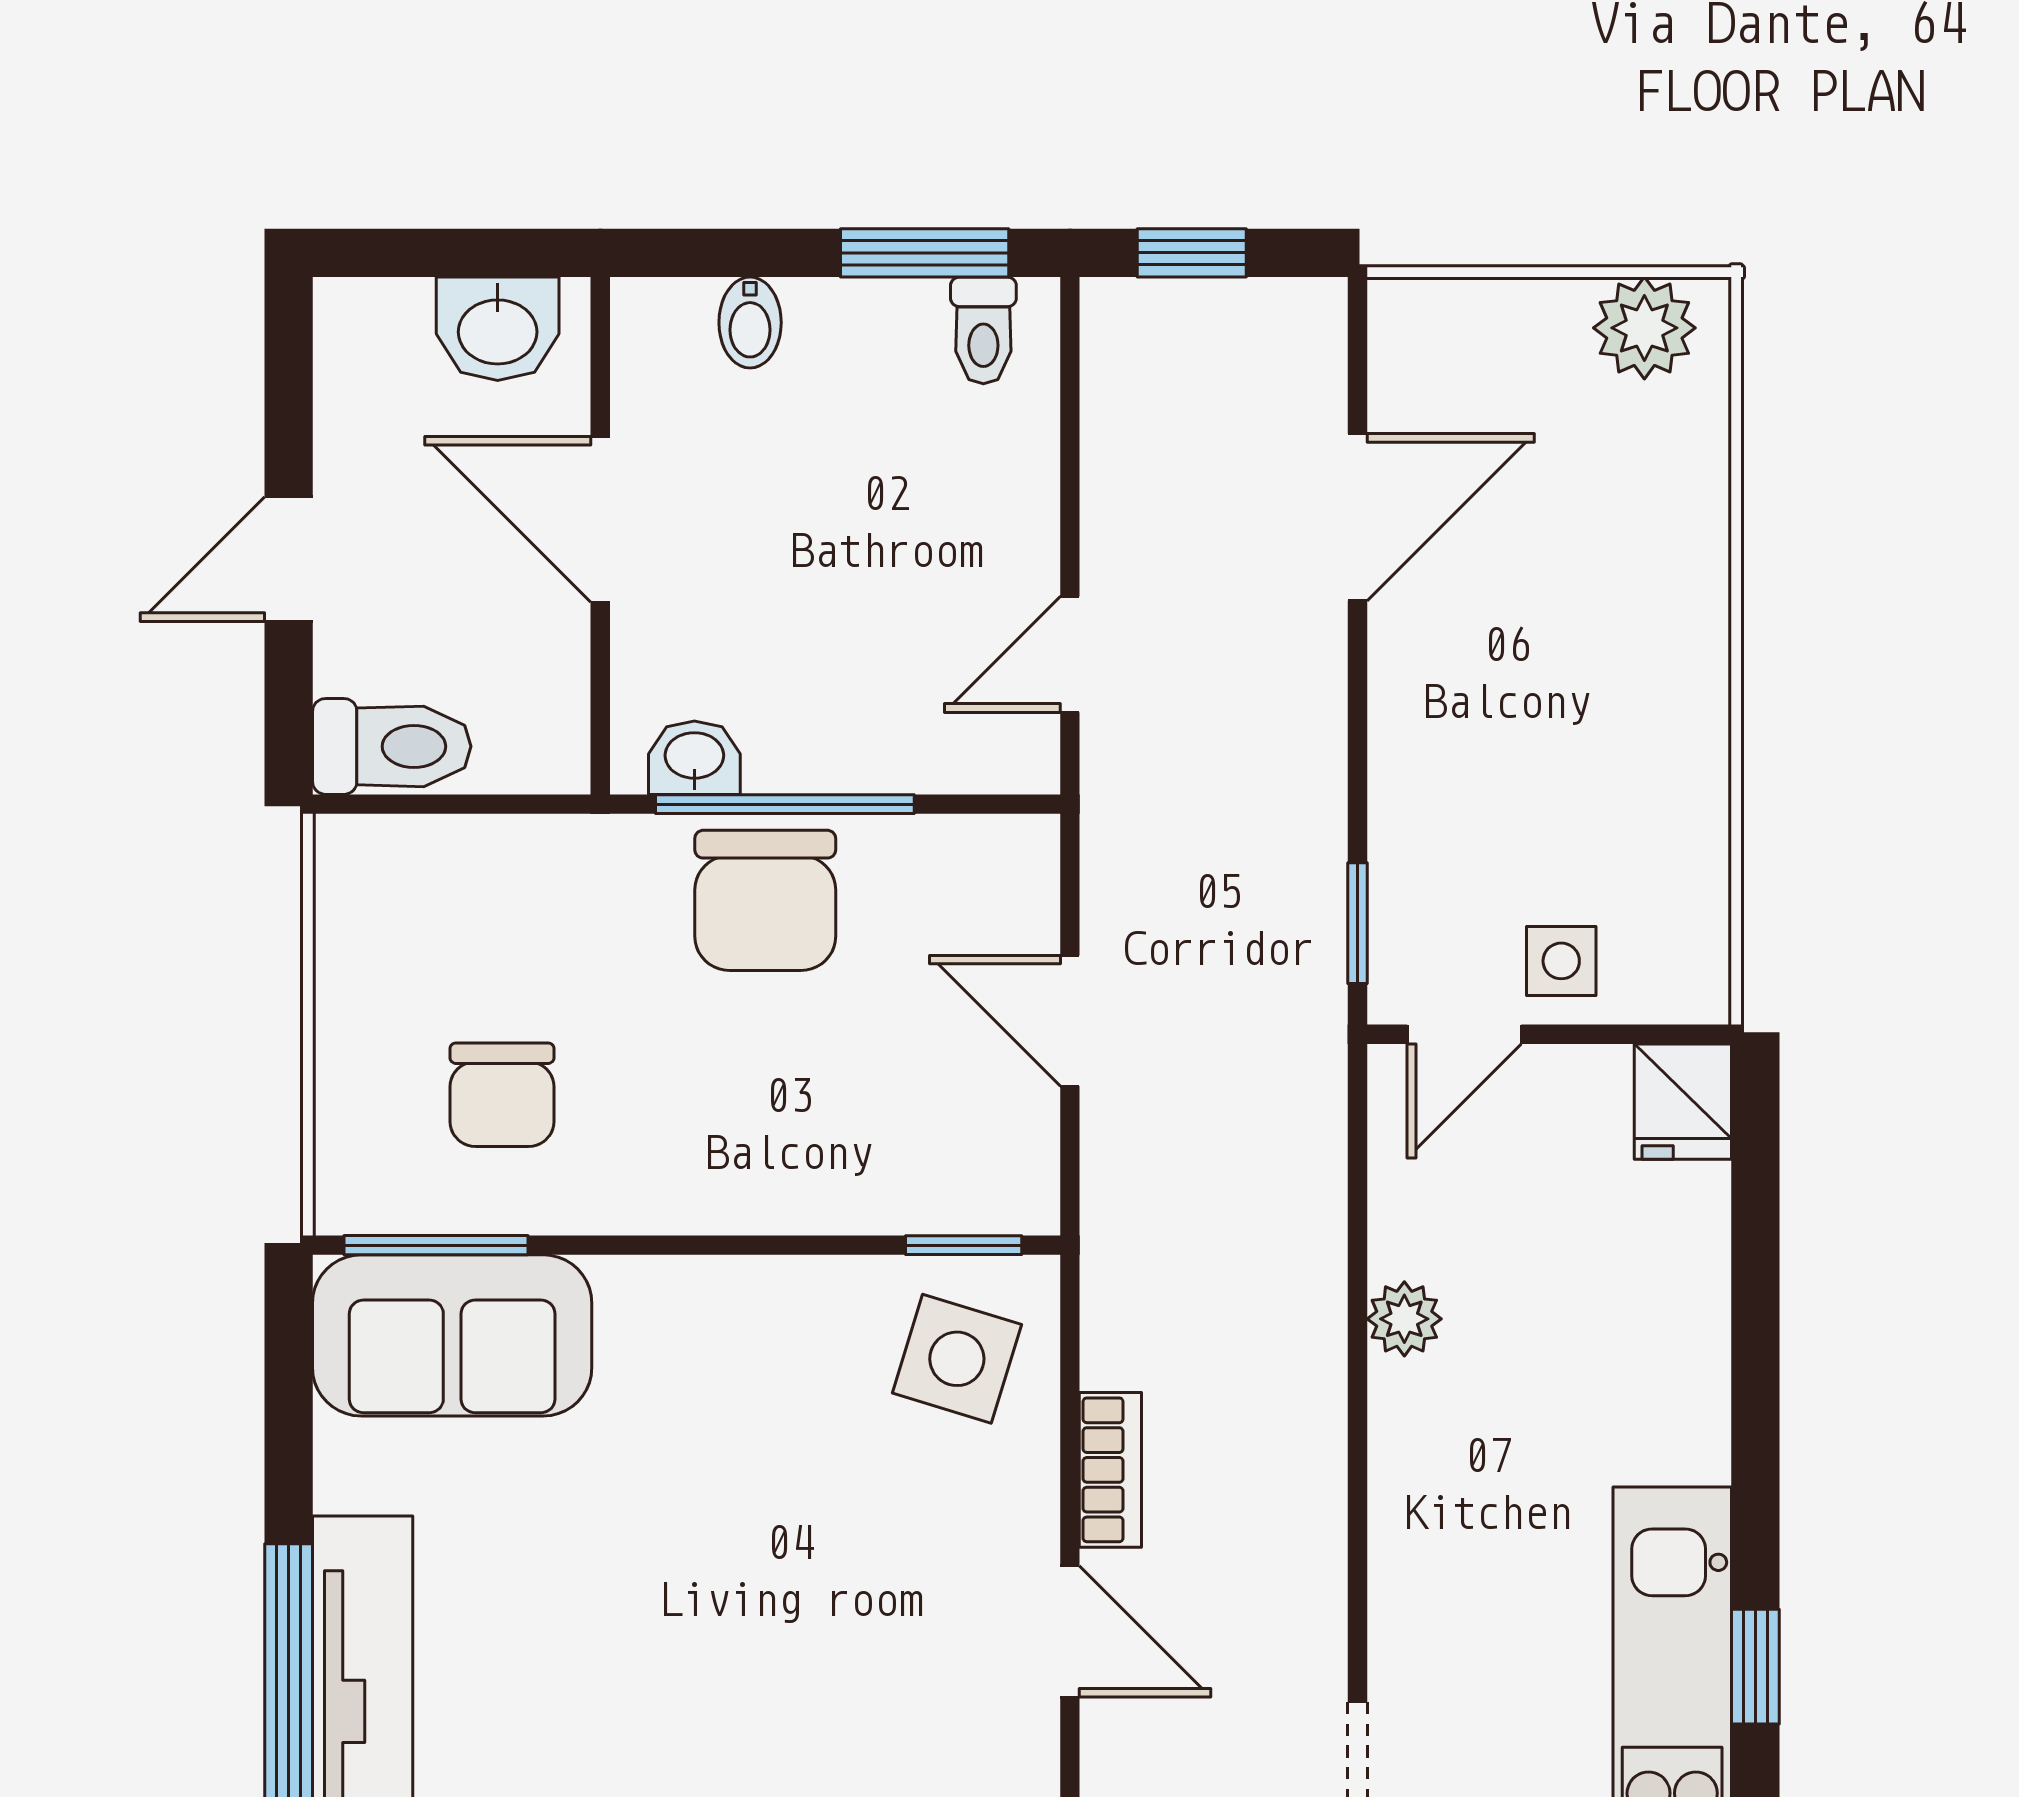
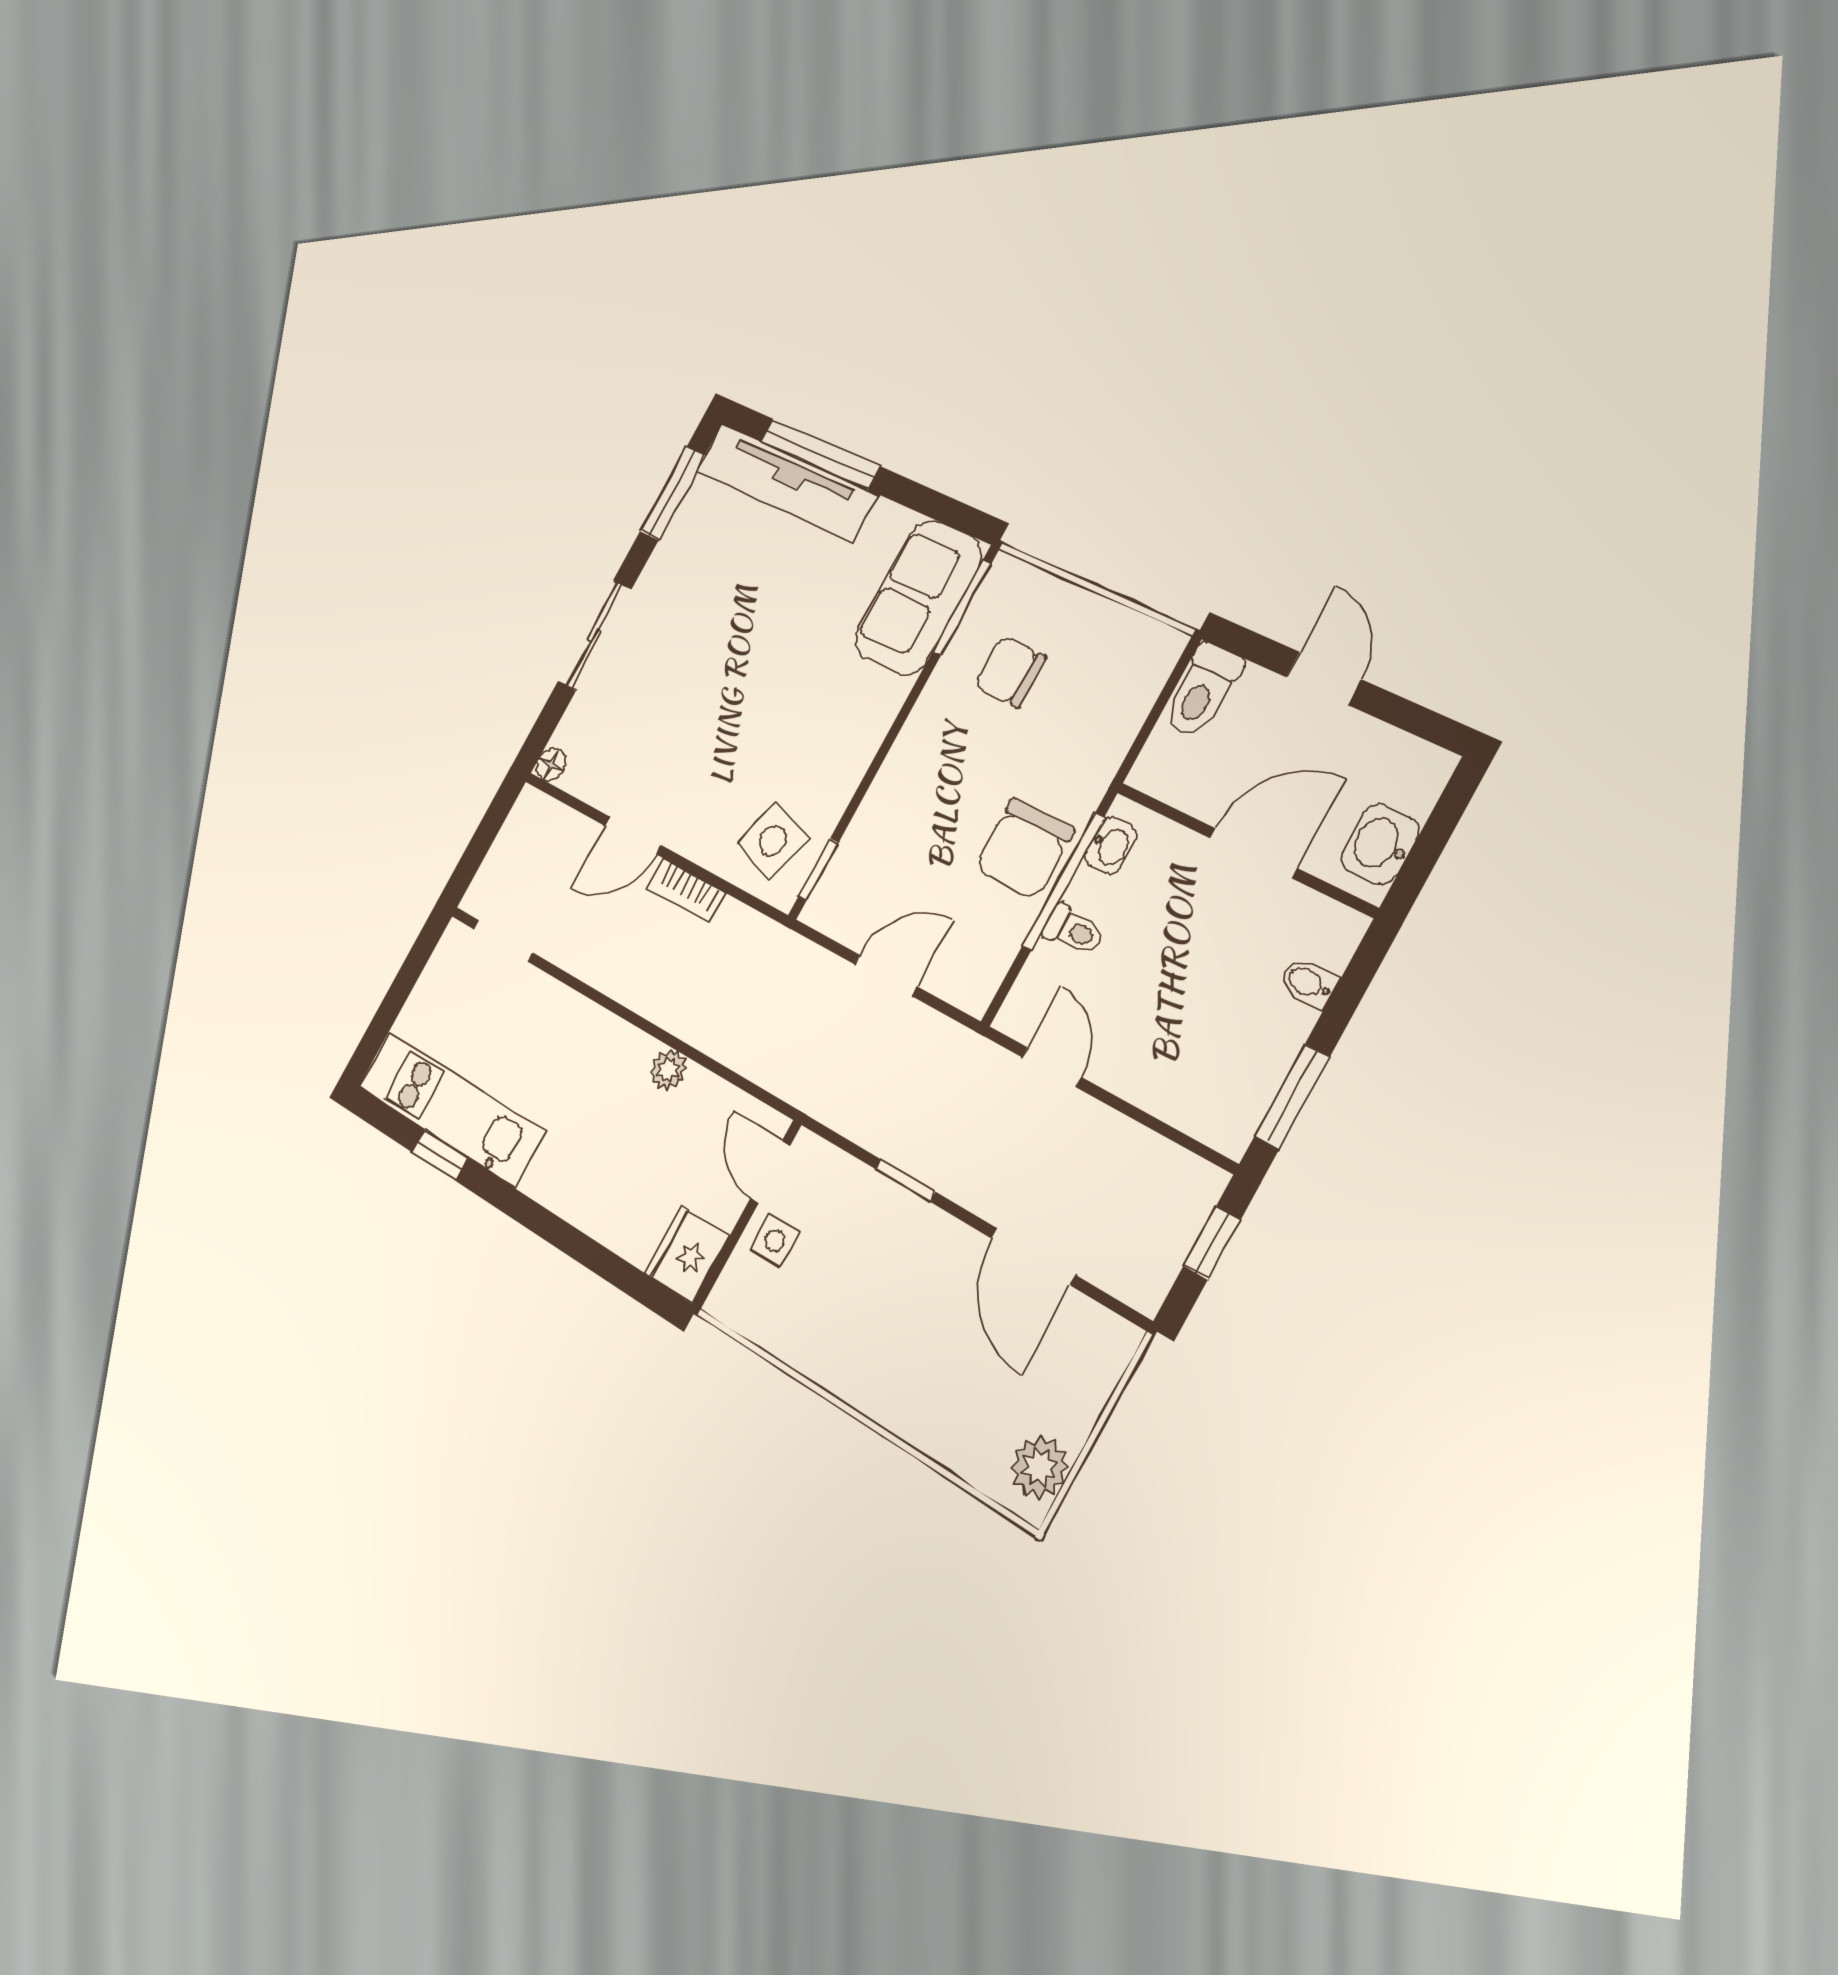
toilet: (983, 330) -> (1074, 931), moved, turned 180
chair: (765, 900) -> (1025, 849), turned -90
window: (1357, 923) -> (905, 1180), moved
fridge: (1683, 1102) -> (687, 1255), width x1.38

